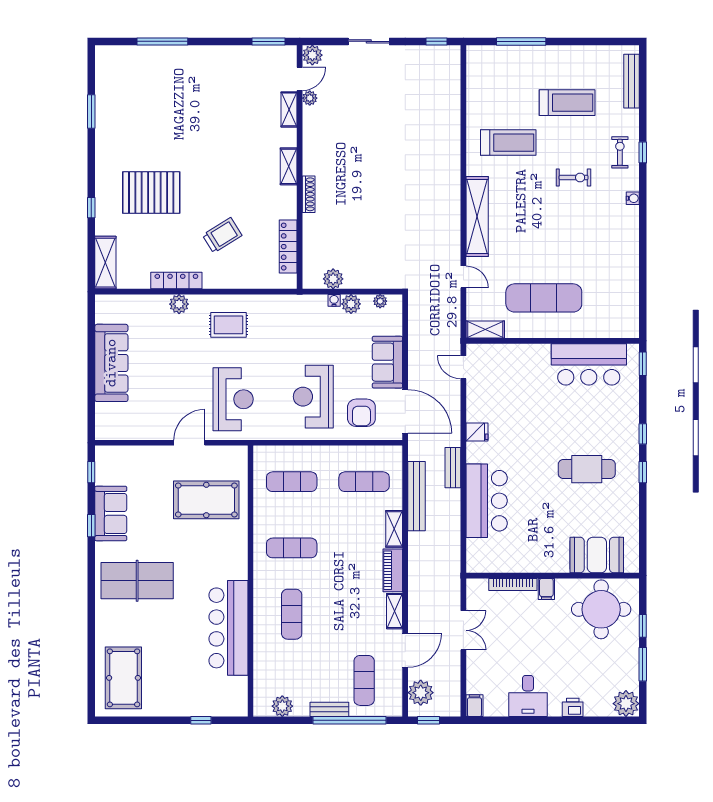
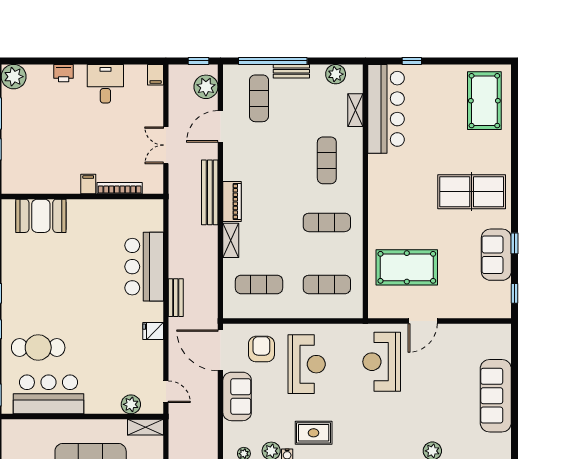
rug: (229, 325) -> (314, 433), moved
plant: (501, 354) -> (131, 404), added
cafe table: (587, 469) -> (38, 348), moved
bench: (417, 496) -> (210, 192), moved
round table: (601, 609) -> (37, 165), removed
shelving: (395, 611) -> (355, 110), moved
bar counter: (228, 628) -> (386, 109), moved

